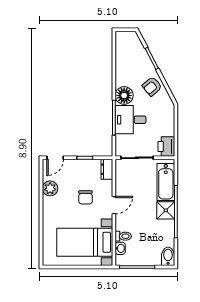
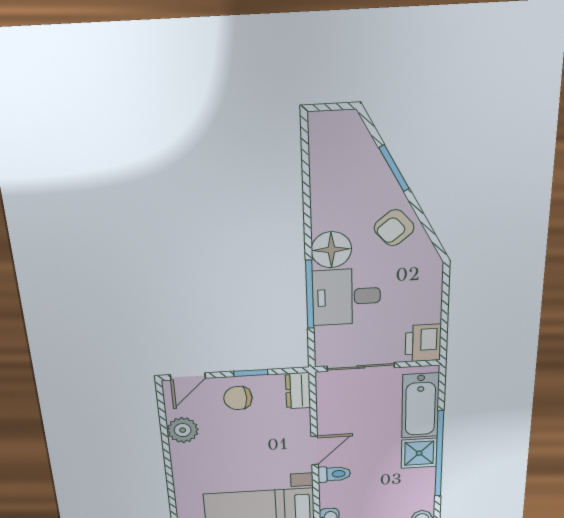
chair: (85, 197) -> (238, 398), moved, turned 90
toilet: (123, 236) -> (334, 474), moved

